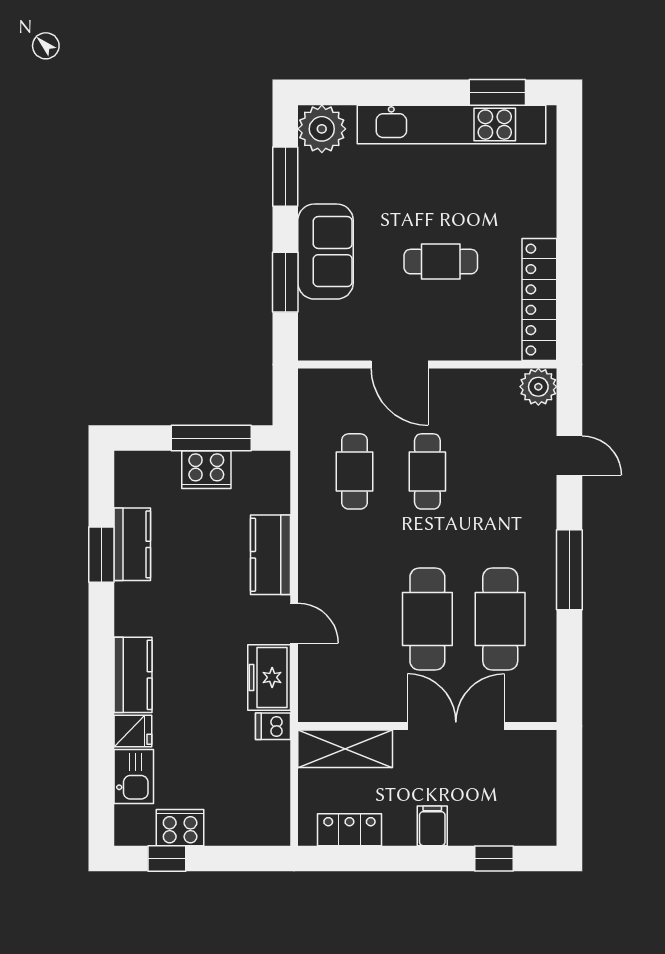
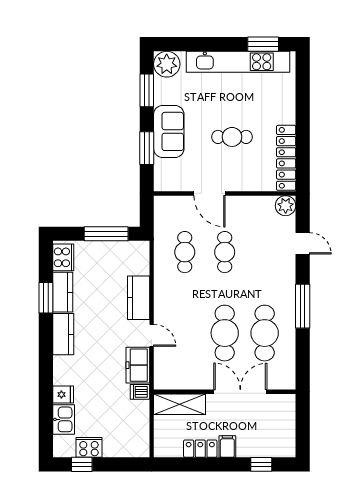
cooker: (206, 470) -> (63, 257), moved, turned -90
kitchen counter: (133, 675) -> (63, 334), moved
locker: (349, 830) -> (200, 449), moved

